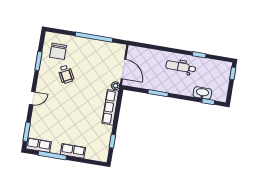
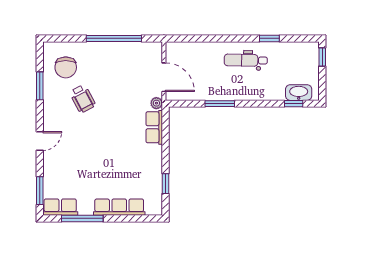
washbasin: (202, 93) -> (299, 93), moved
row of seats: (110, 107) -> (154, 127), width x0.68
row of seats: (73, 151) -> (119, 207), width x1.48

